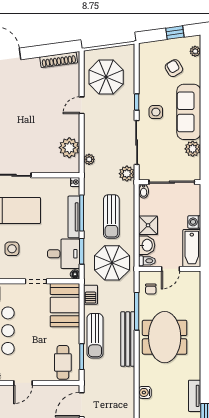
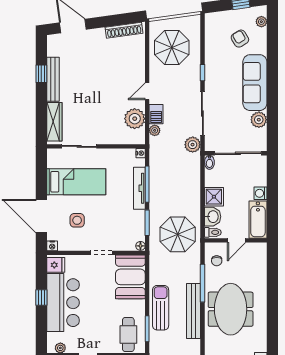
door: (82, 105) -> (147, 91), moved
side table: (156, 112) -> (222, 83), removed
sun lounger: (111, 217) -> (177, 188), removed
desk: (64, 254) -> (129, 225), removed
barbecue: (91, 295) -> (156, 114), moved
sun lounger: (95, 336) -> (161, 308), turned 180

